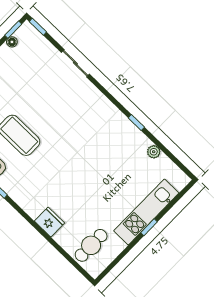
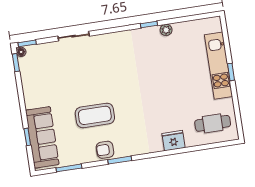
floor lamp: (12, 42) -> (21, 52), moved
plant: (154, 152) -> (166, 30), moved
cafe table: (91, 245) -> (213, 123), turned 90

